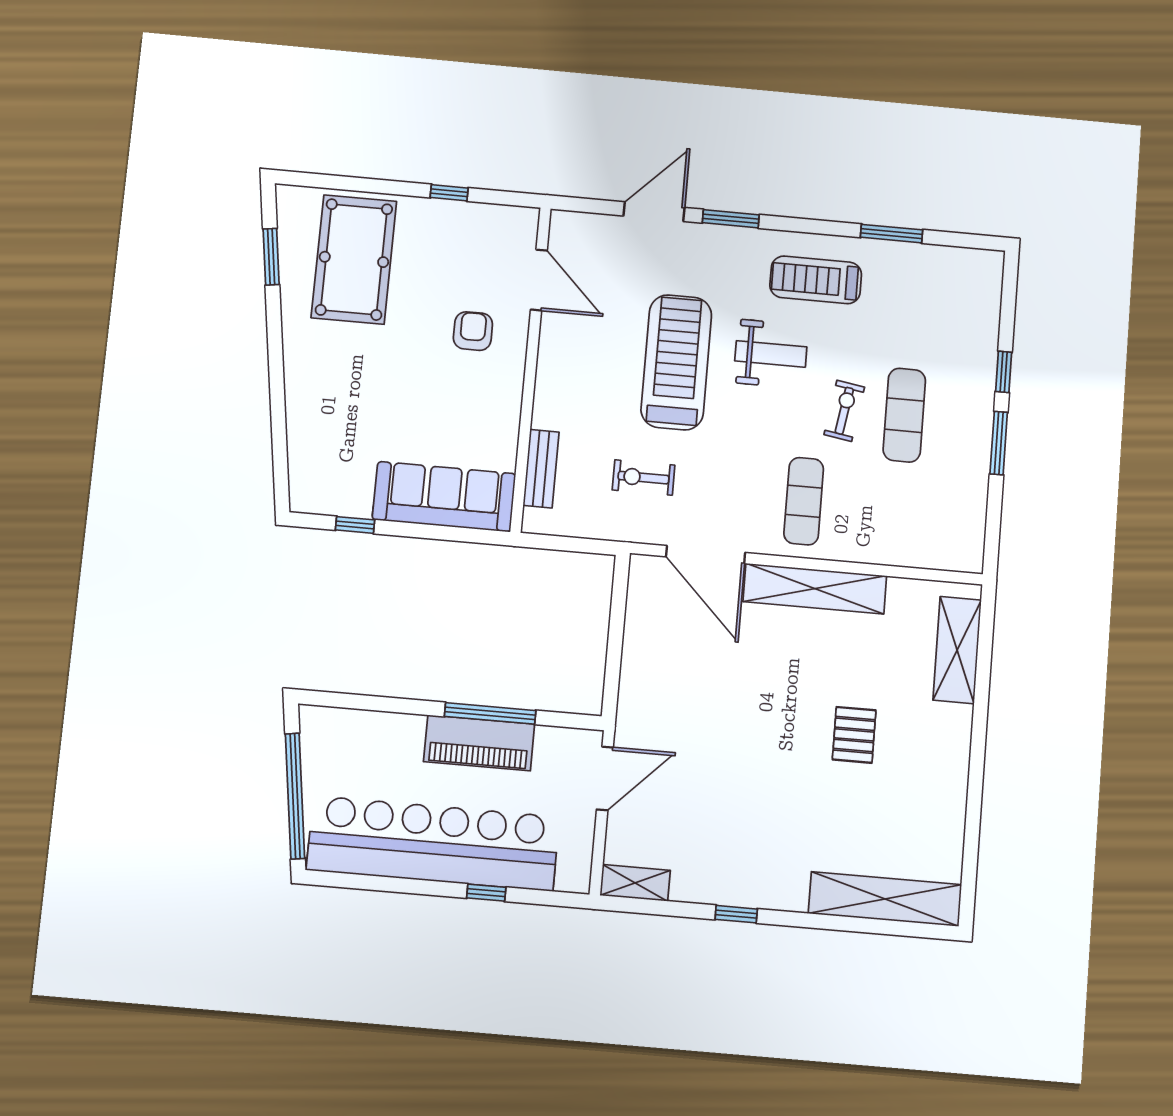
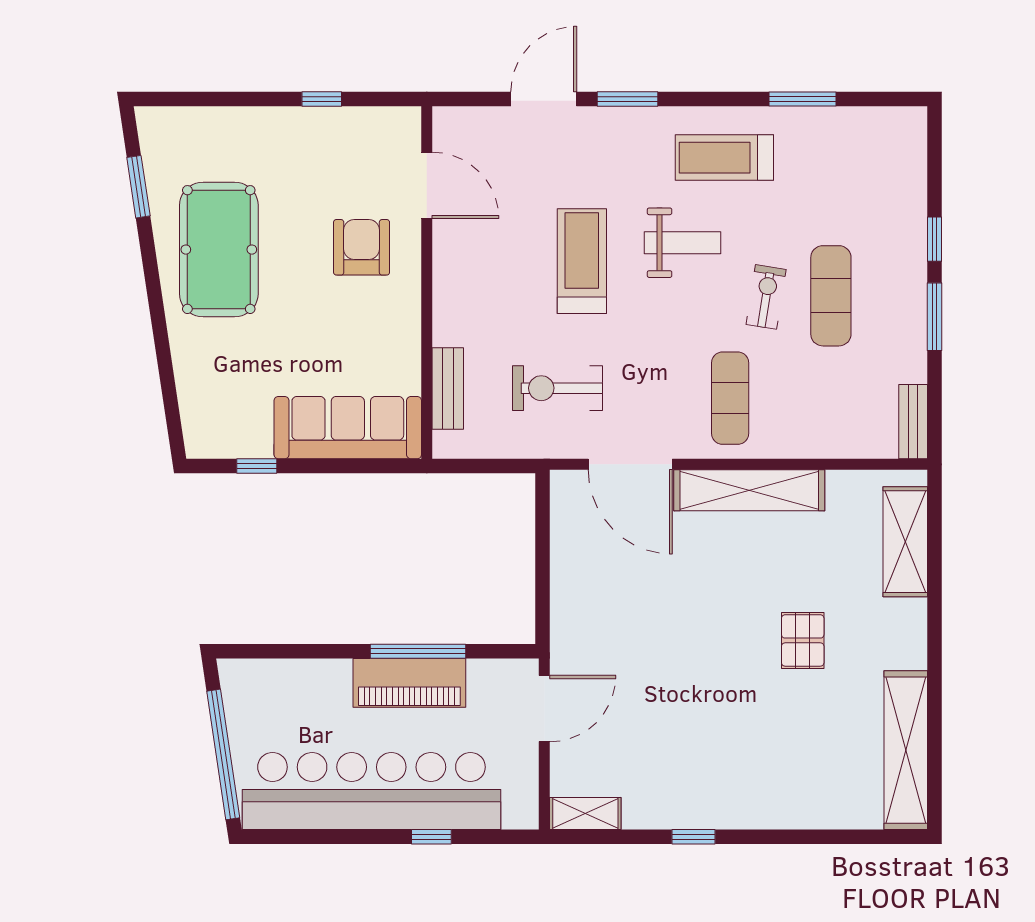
pool table: (354, 259) -> (219, 250), moved
armchair: (473, 331) -> (362, 247), width x1.38, depth x1.38
treadmill: (676, 362) -> (582, 261), width x0.73, depth x0.73
exercise bike: (643, 478) -> (557, 388), width x1.38, depth x1.39
bench: (972, 538) -> (913, 422), added
shelving: (885, 899) -> (906, 750), moved, turned 90

